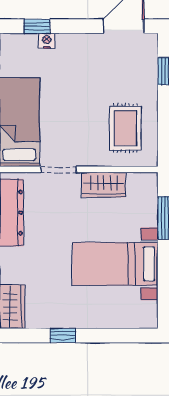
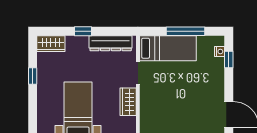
nightstand: (47, 41) -> (220, 52), moved
rug: (125, 128) -> (164, 116), removed

